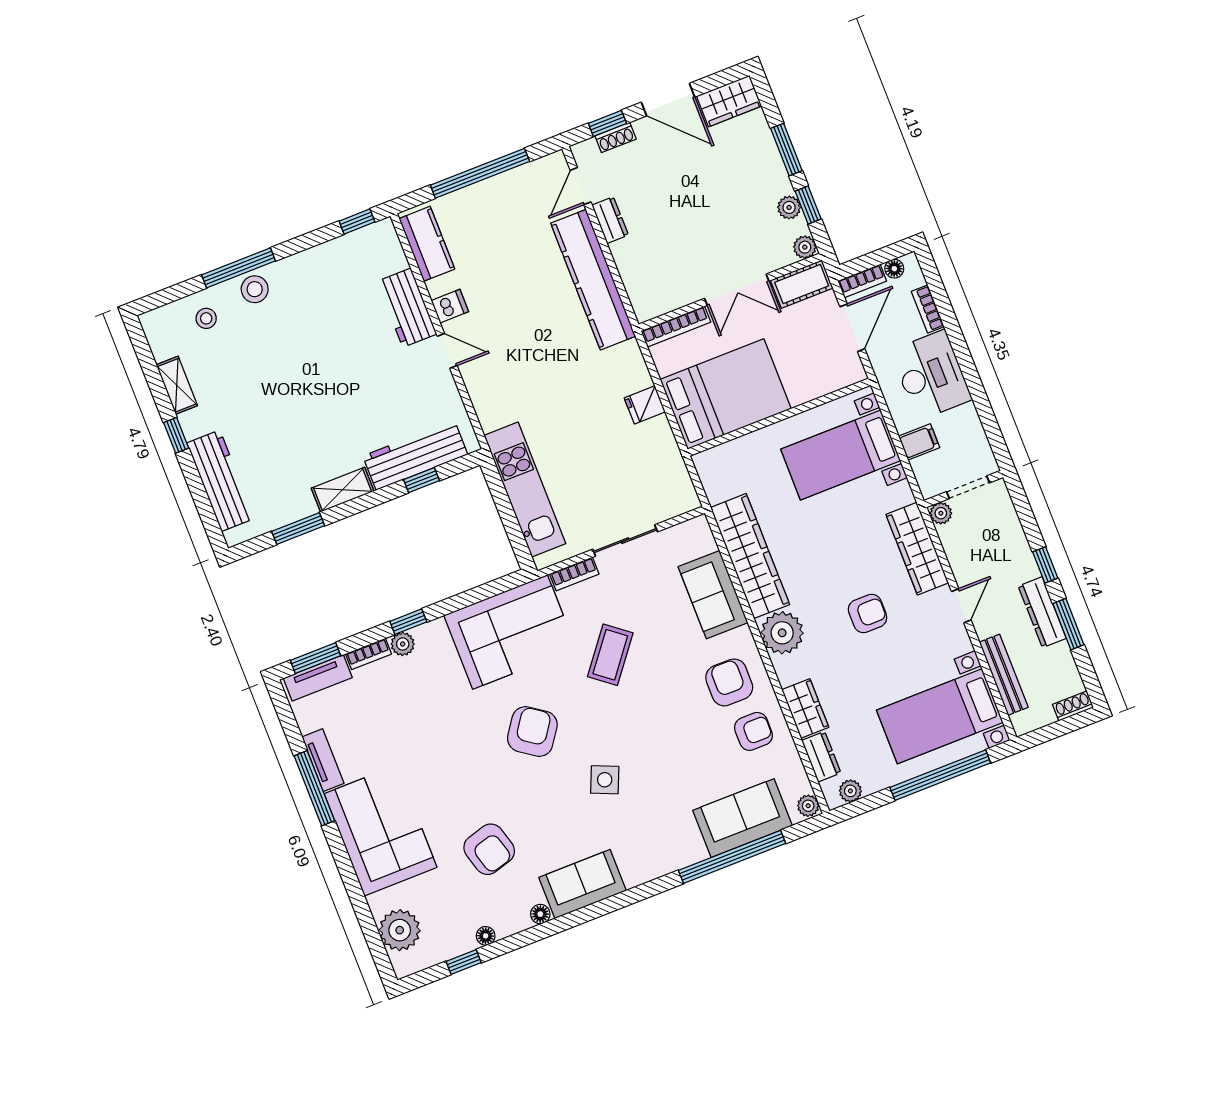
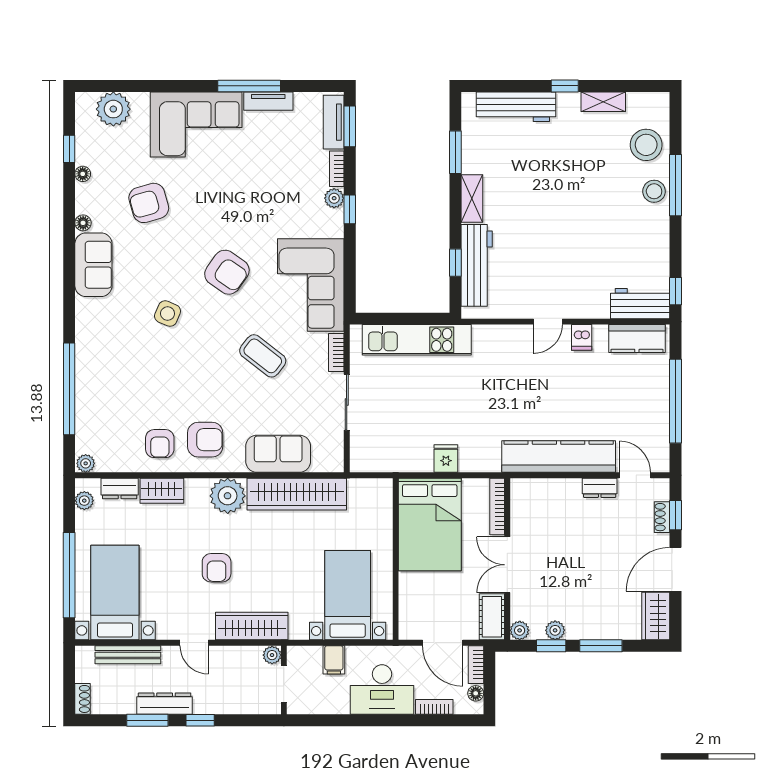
workbench: (407, 308) -> (640, 304), moved
stool: (206, 318) -> (646, 145), width x1.89, depth x1.89
sofa: (743, 818) -> (96, 409), removed

